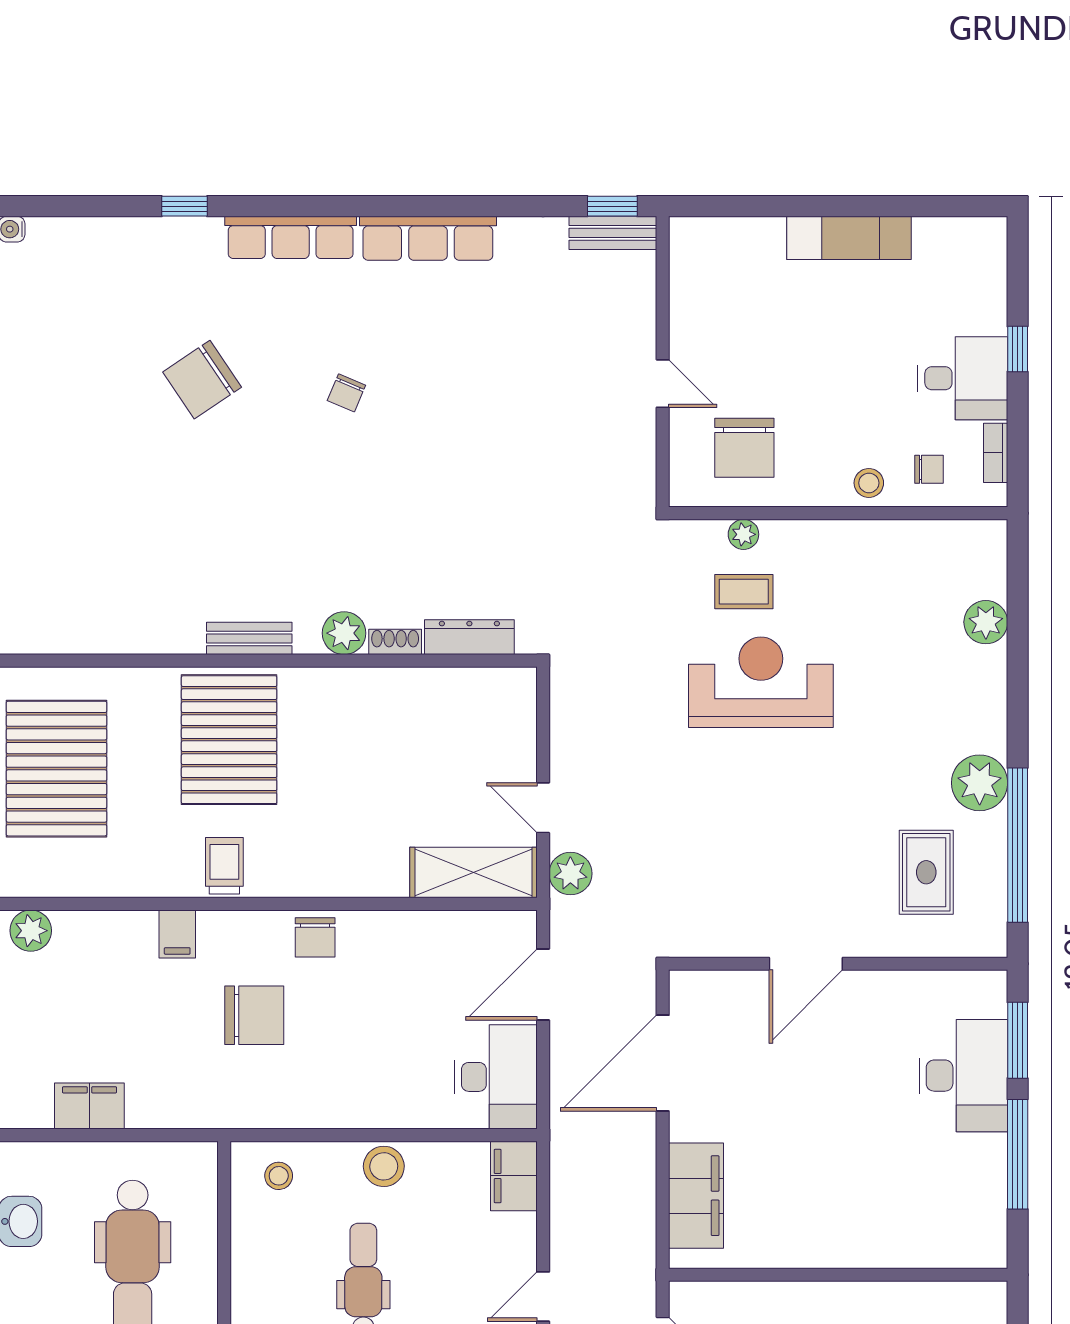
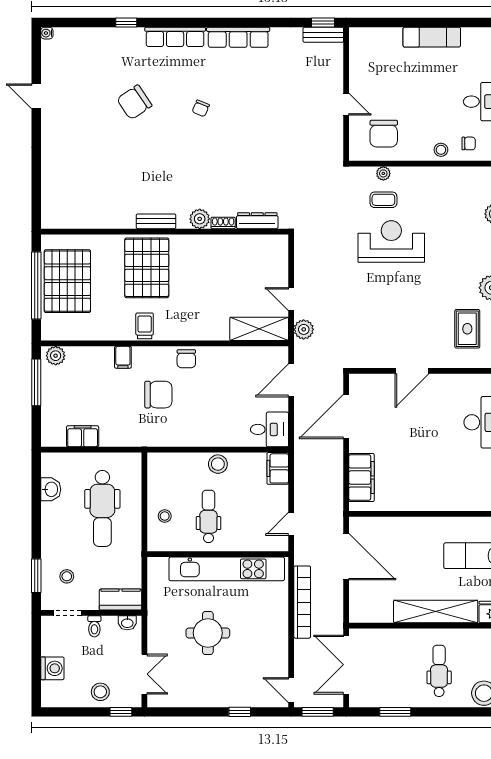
desk: (496, 1077) -> (270, 429), width x0.73
stool: (279, 1176) -> (165, 516), moved

